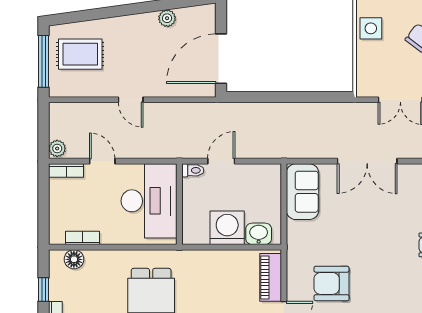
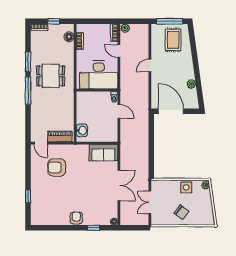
door: (102, 161) -> (119, 51), swing flipped
double door: (367, 161) -> (119, 186), swing flipped
washing machine: (227, 228) -> (85, 114), removed
armchair: (331, 283) -> (57, 167), turned -90

